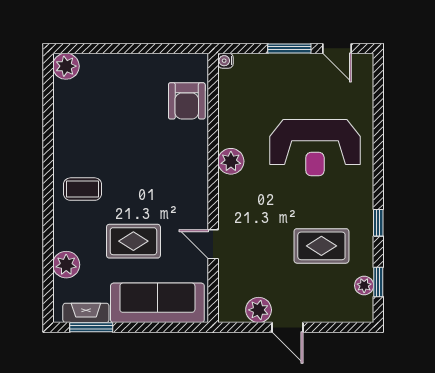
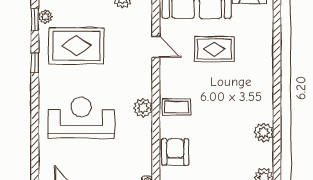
coffee table: (83, 189) -> (176, 107), moved
rug: (321, 246) -> (76, 46), width x1.36, depth x1.43
plant: (66, 265) -> (264, 132), moved

